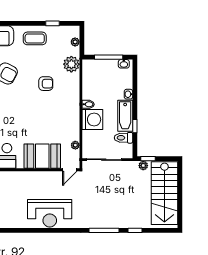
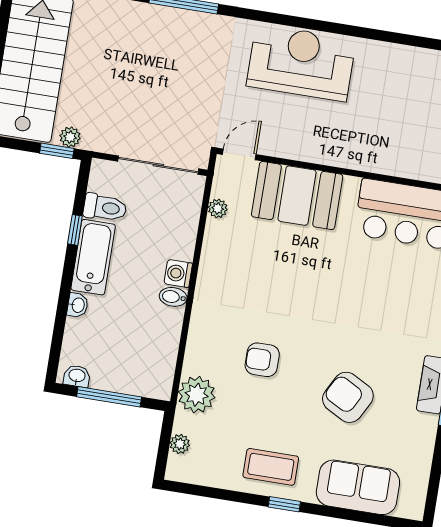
window: (53, 23) -> (284, 504), moved
washing machine: (92, 119) -> (178, 273), width x0.53, depth x0.53

